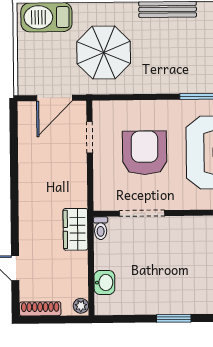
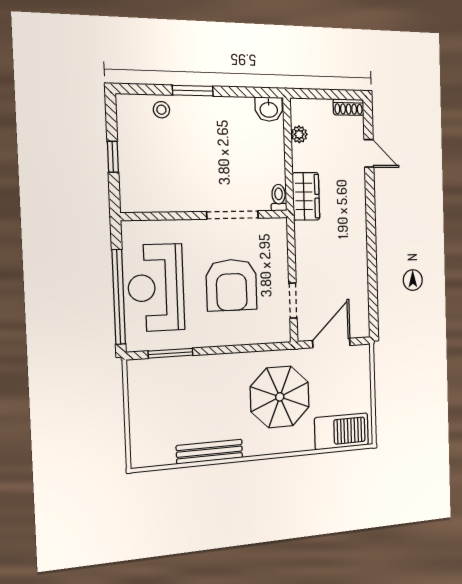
washbasin: (104, 283) -> (269, 109), moved, turned -90
stool: (201, 302) -> (161, 110), added
plant: (81, 306) -> (299, 134), moved
shoe rack: (40, 309) -> (349, 107), width x0.70

